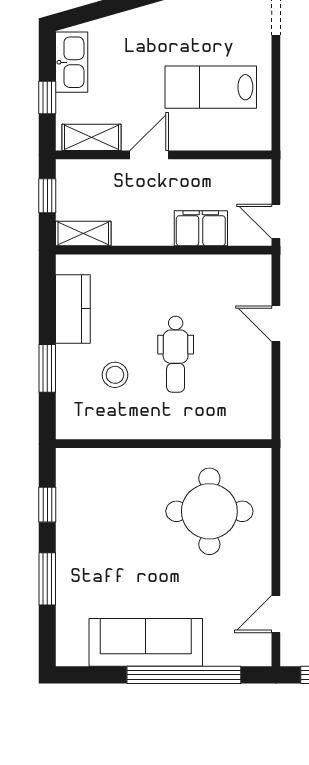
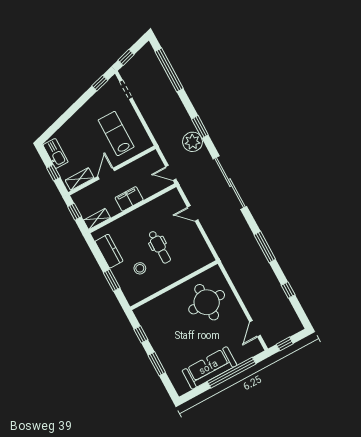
lab bench: (211, 87) -> (116, 134), turned 90
filing cabinet: (201, 228) -> (129, 199), moved

